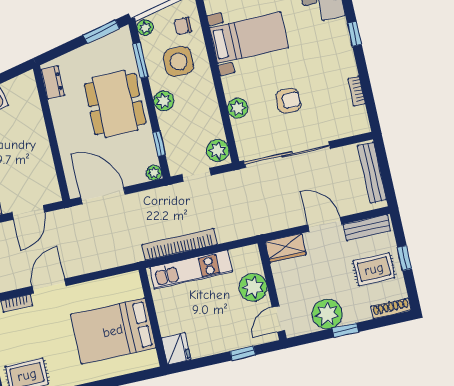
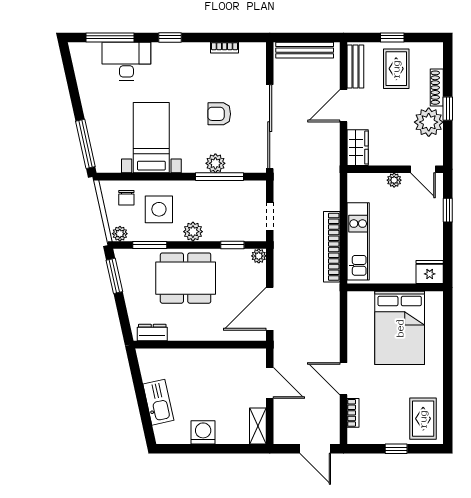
armchair: (288, 101) -> (219, 114), turned -90
window: (225, 115) -> (220, 177), added
plant: (218, 150) -> (251, 191), removed
plant: (253, 287) -> (394, 180), width x0.53, depth x0.53
shoe rack: (391, 308) -> (437, 88), moved

